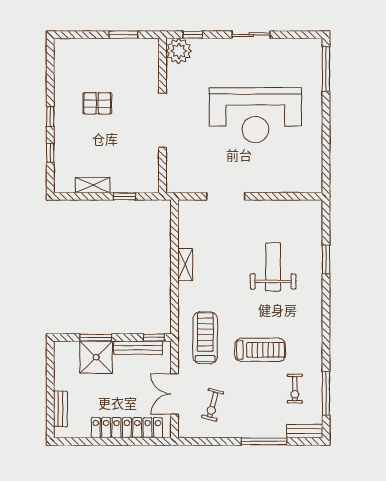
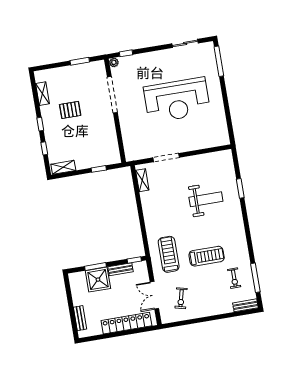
sliding door: (251, 35) -> (185, 43), moved
plant: (179, 51) -> (114, 62), width x0.53, depth x0.53
shelving: (61, 73) -> (43, 94), added
doorway: (163, 120) -> (112, 95), moved
shelving: (93, 185) -> (63, 167), moved
shelving: (185, 265) -> (142, 180), moved
weight bench: (273, 267) -> (206, 199), turned 90
bench: (138, 348) -> (121, 269), width x0.73
window: (264, 441) -> (219, 317), removed

